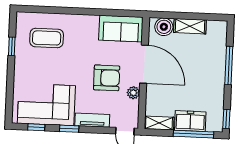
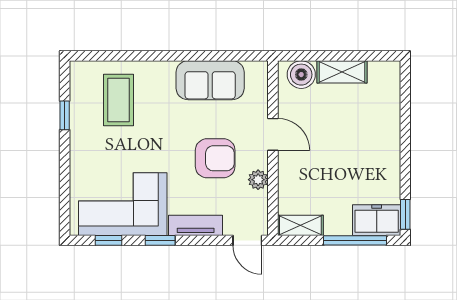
sofa: (121, 29) -> (210, 80), moved
coffee table: (47, 38) -> (119, 100), turned 90
door: (144, 64) -> (273, 134), width x0.53
window: (229, 66) -> (405, 131), removed
freezer: (190, 121) -> (377, 220), moved

